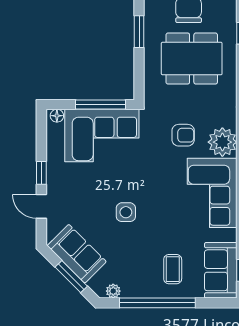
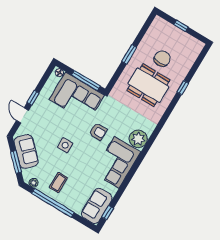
armchair: (183, 135) -> (98, 132), moved
coffee table: (173, 269) -> (58, 183), moved

